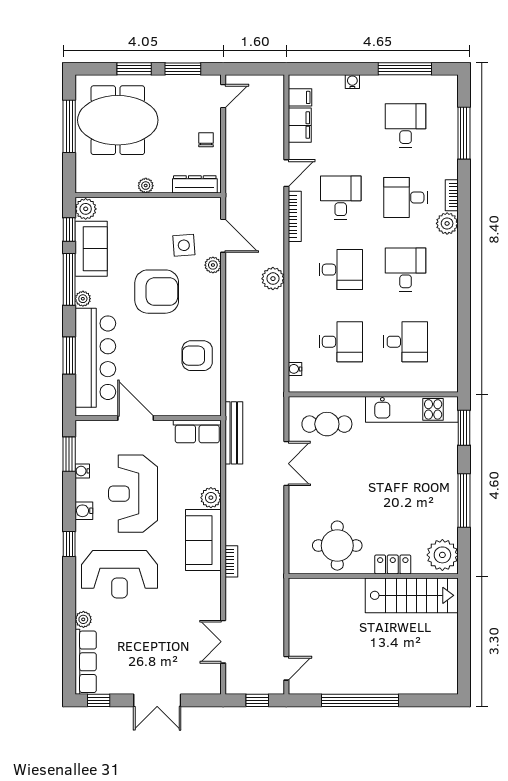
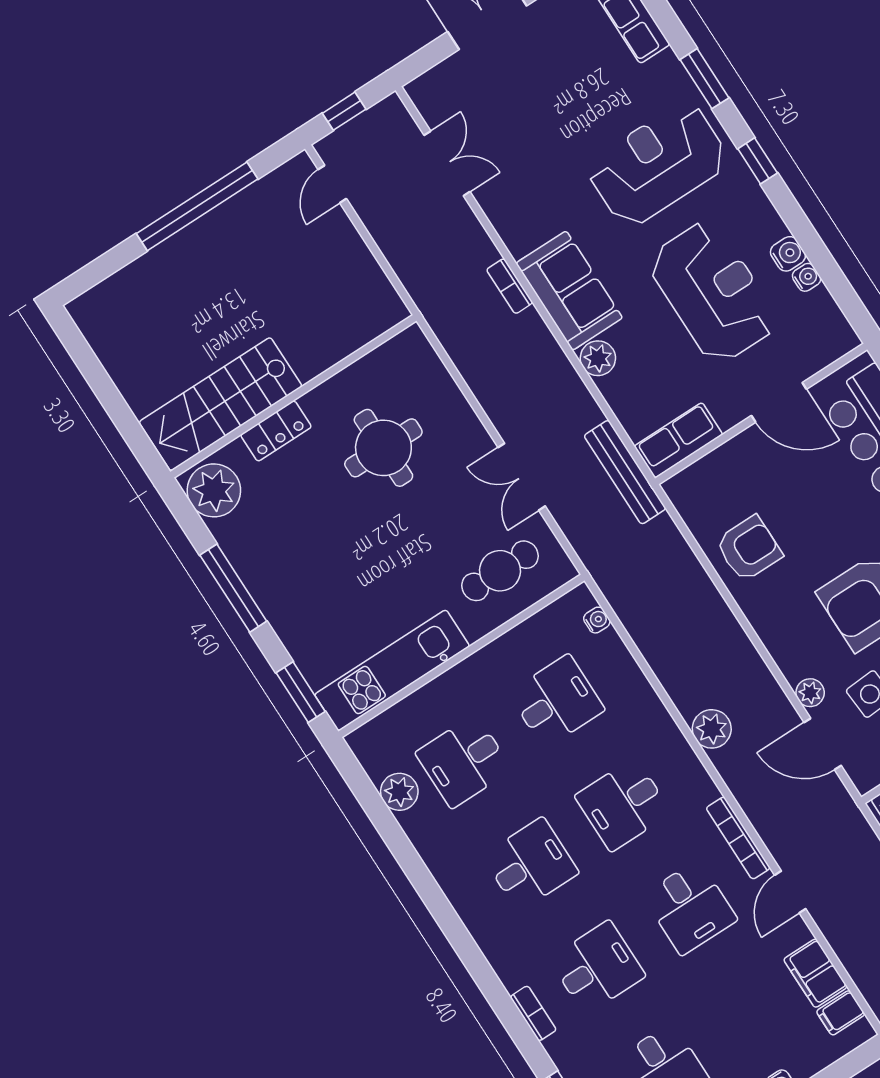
plant: (447, 223) -> (399, 792), moved
desk: (406, 270) -> (530, 864), turned -90
desk: (341, 342) -> (556, 701), turned 180
window: (69, 454) -> (704, 79), moved
water cooler: (84, 511) -> (788, 254), moved
round table: (337, 546) -> (383, 448), moved
plant: (83, 619) -> (668, 66), removed

